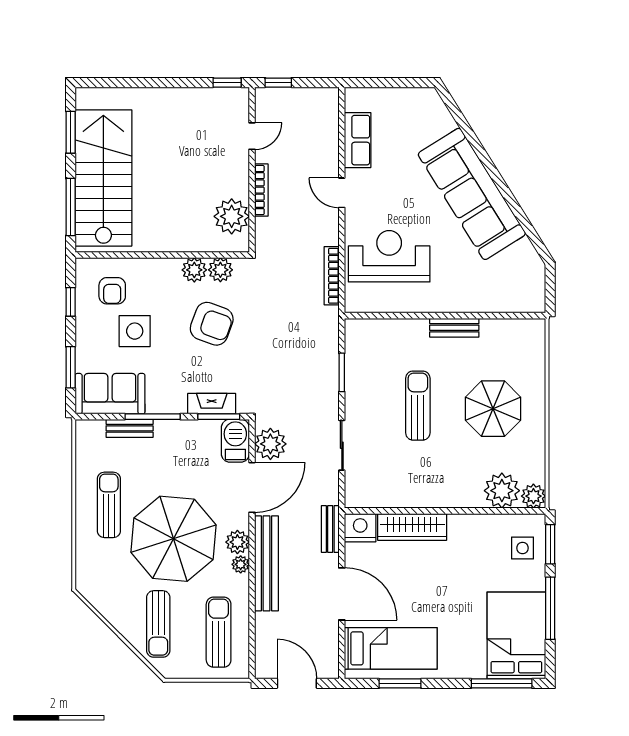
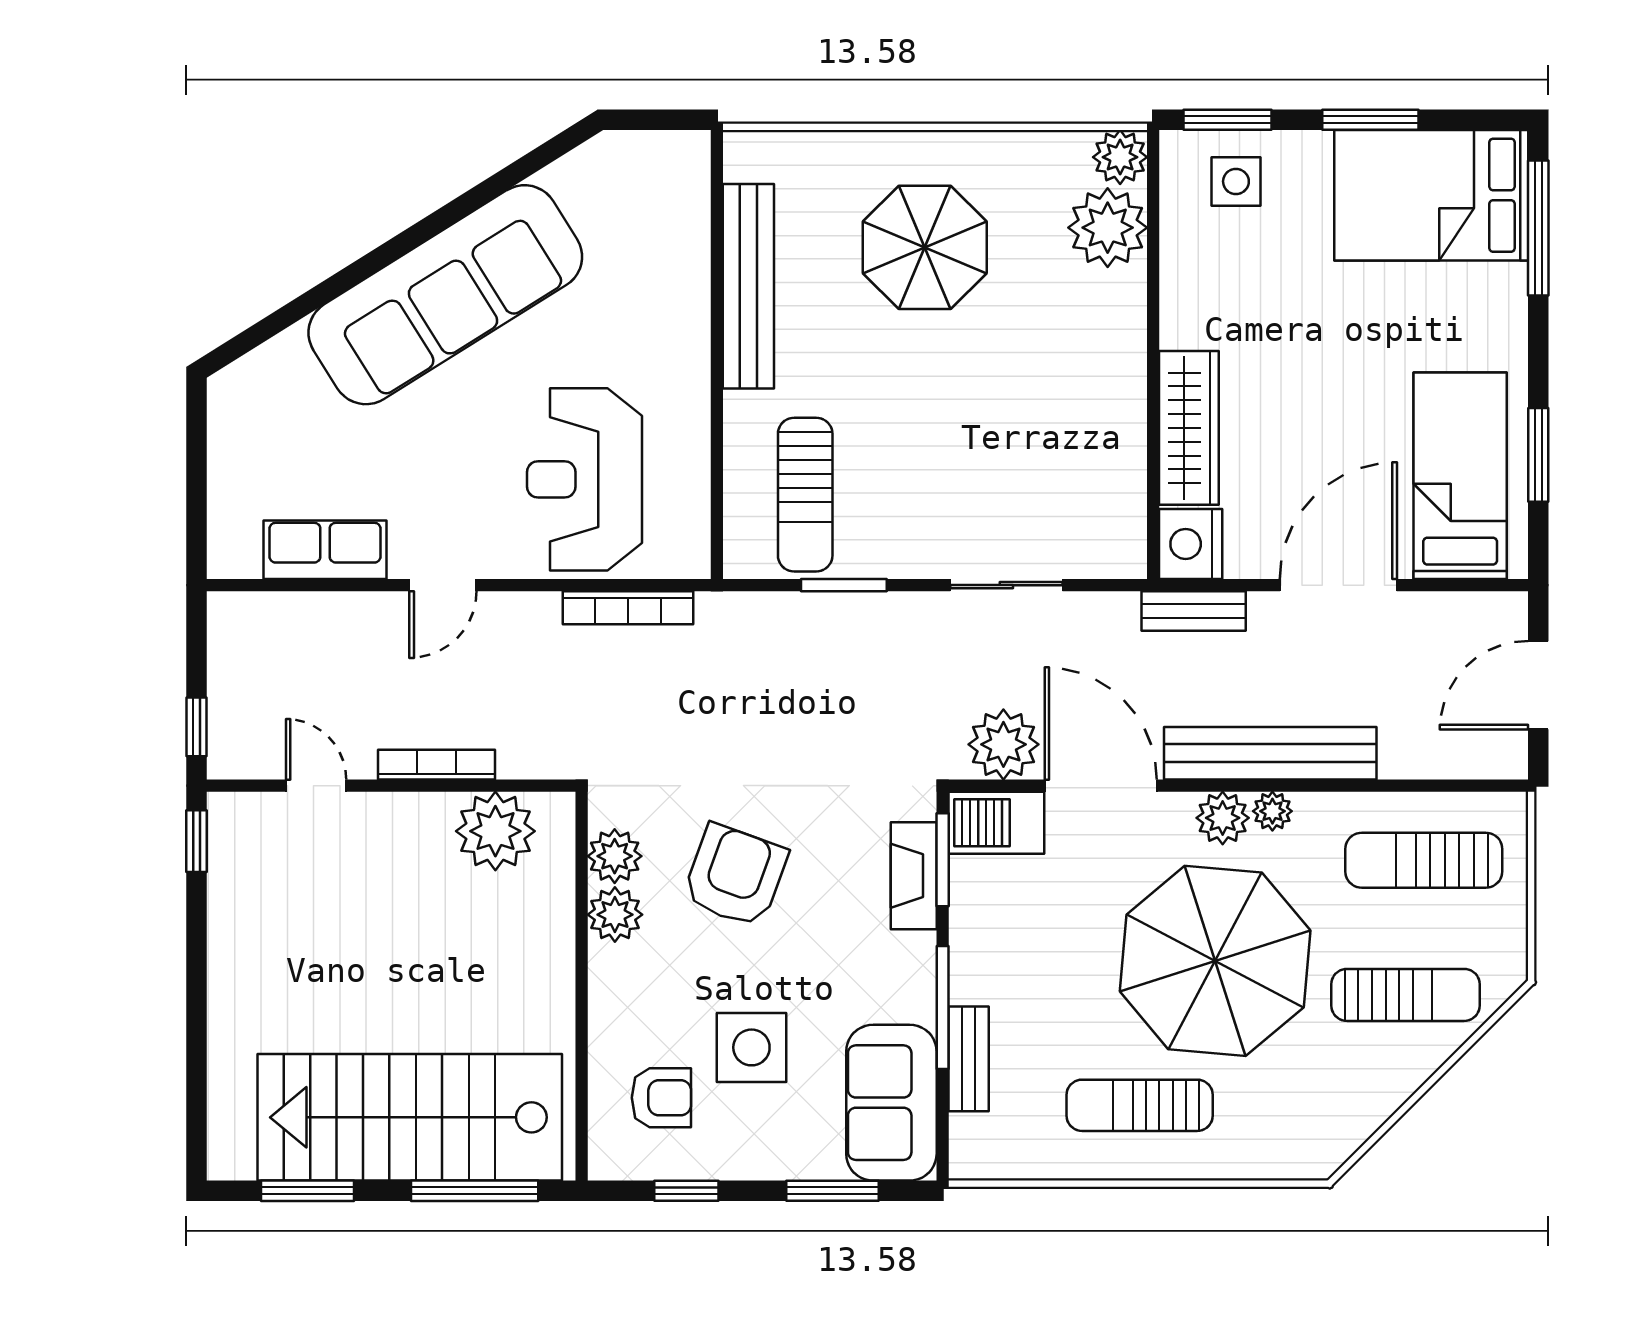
bench: (454, 328) -> (748, 286), width x1.86, depth x1.21
sun lounger: (418, 406) -> (805, 495), moved, turned -90
window: (550, 608) -> (1370, 120), width x0.69

